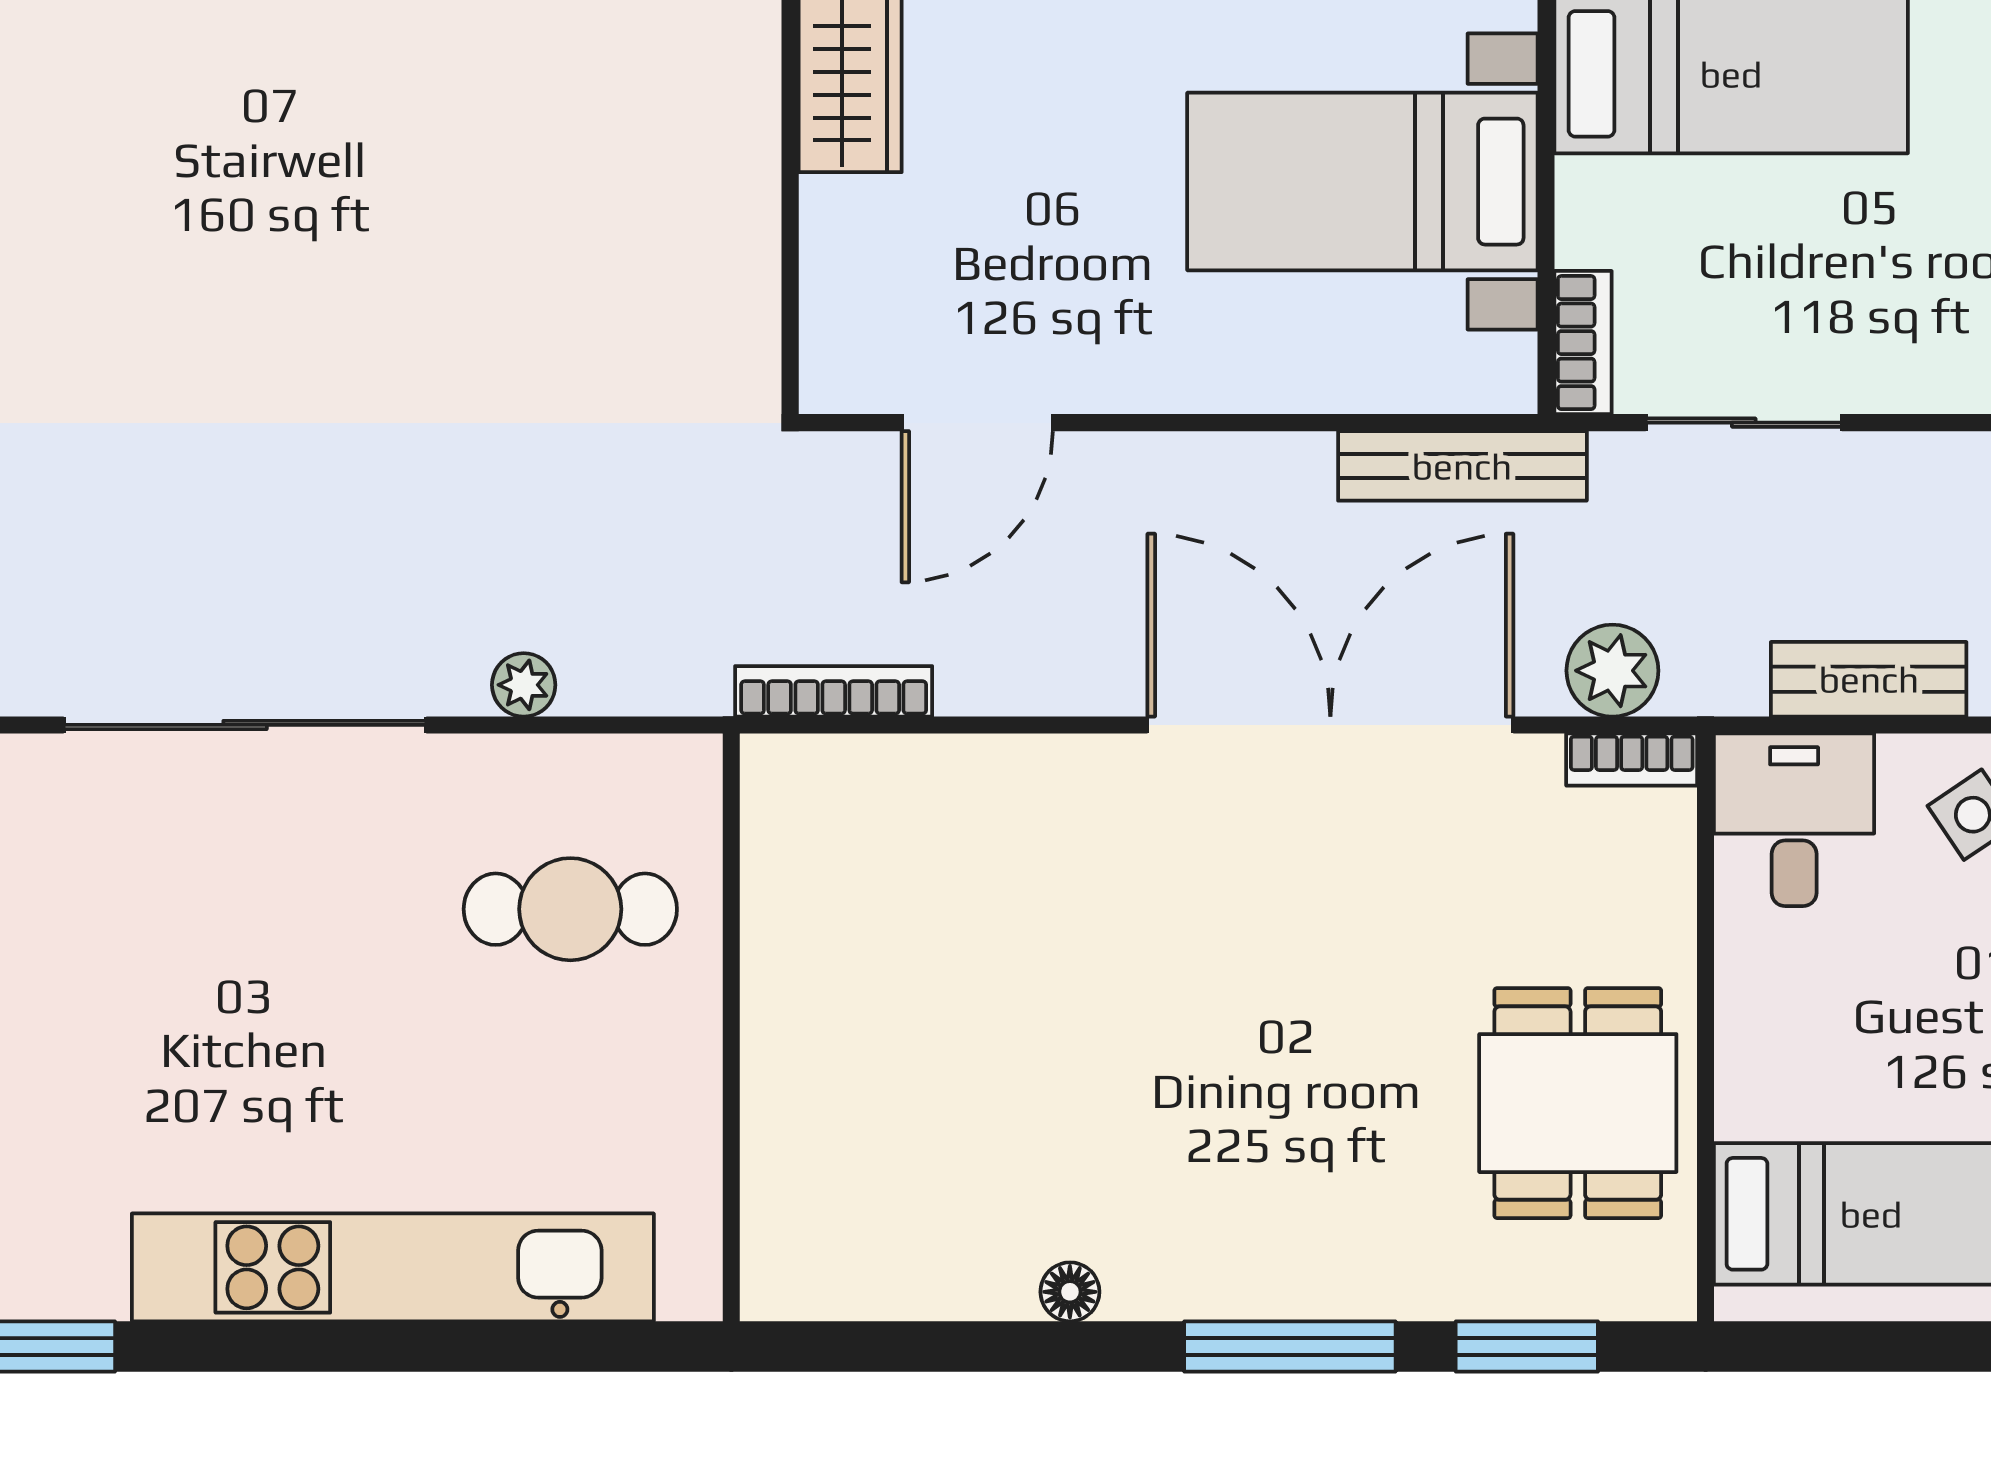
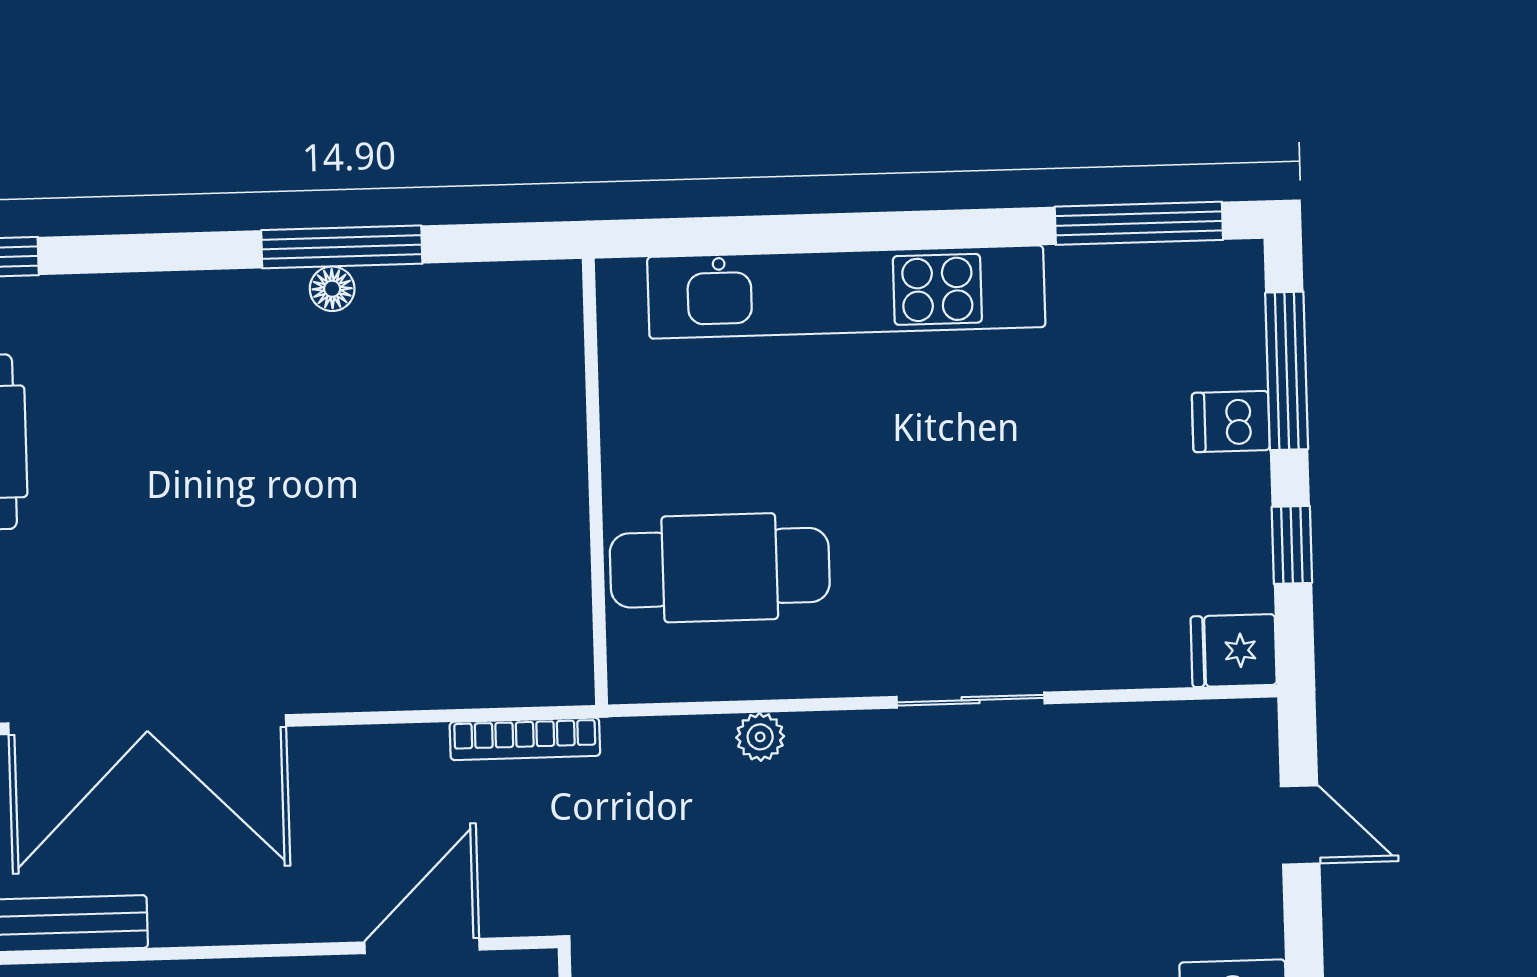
sliding door: (245, 725) -> (971, 700), width x0.54
cafe table: (570, 909) -> (720, 568), width x1.37, depth x1.35
window: (1290, 1346) -> (342, 247), moved

